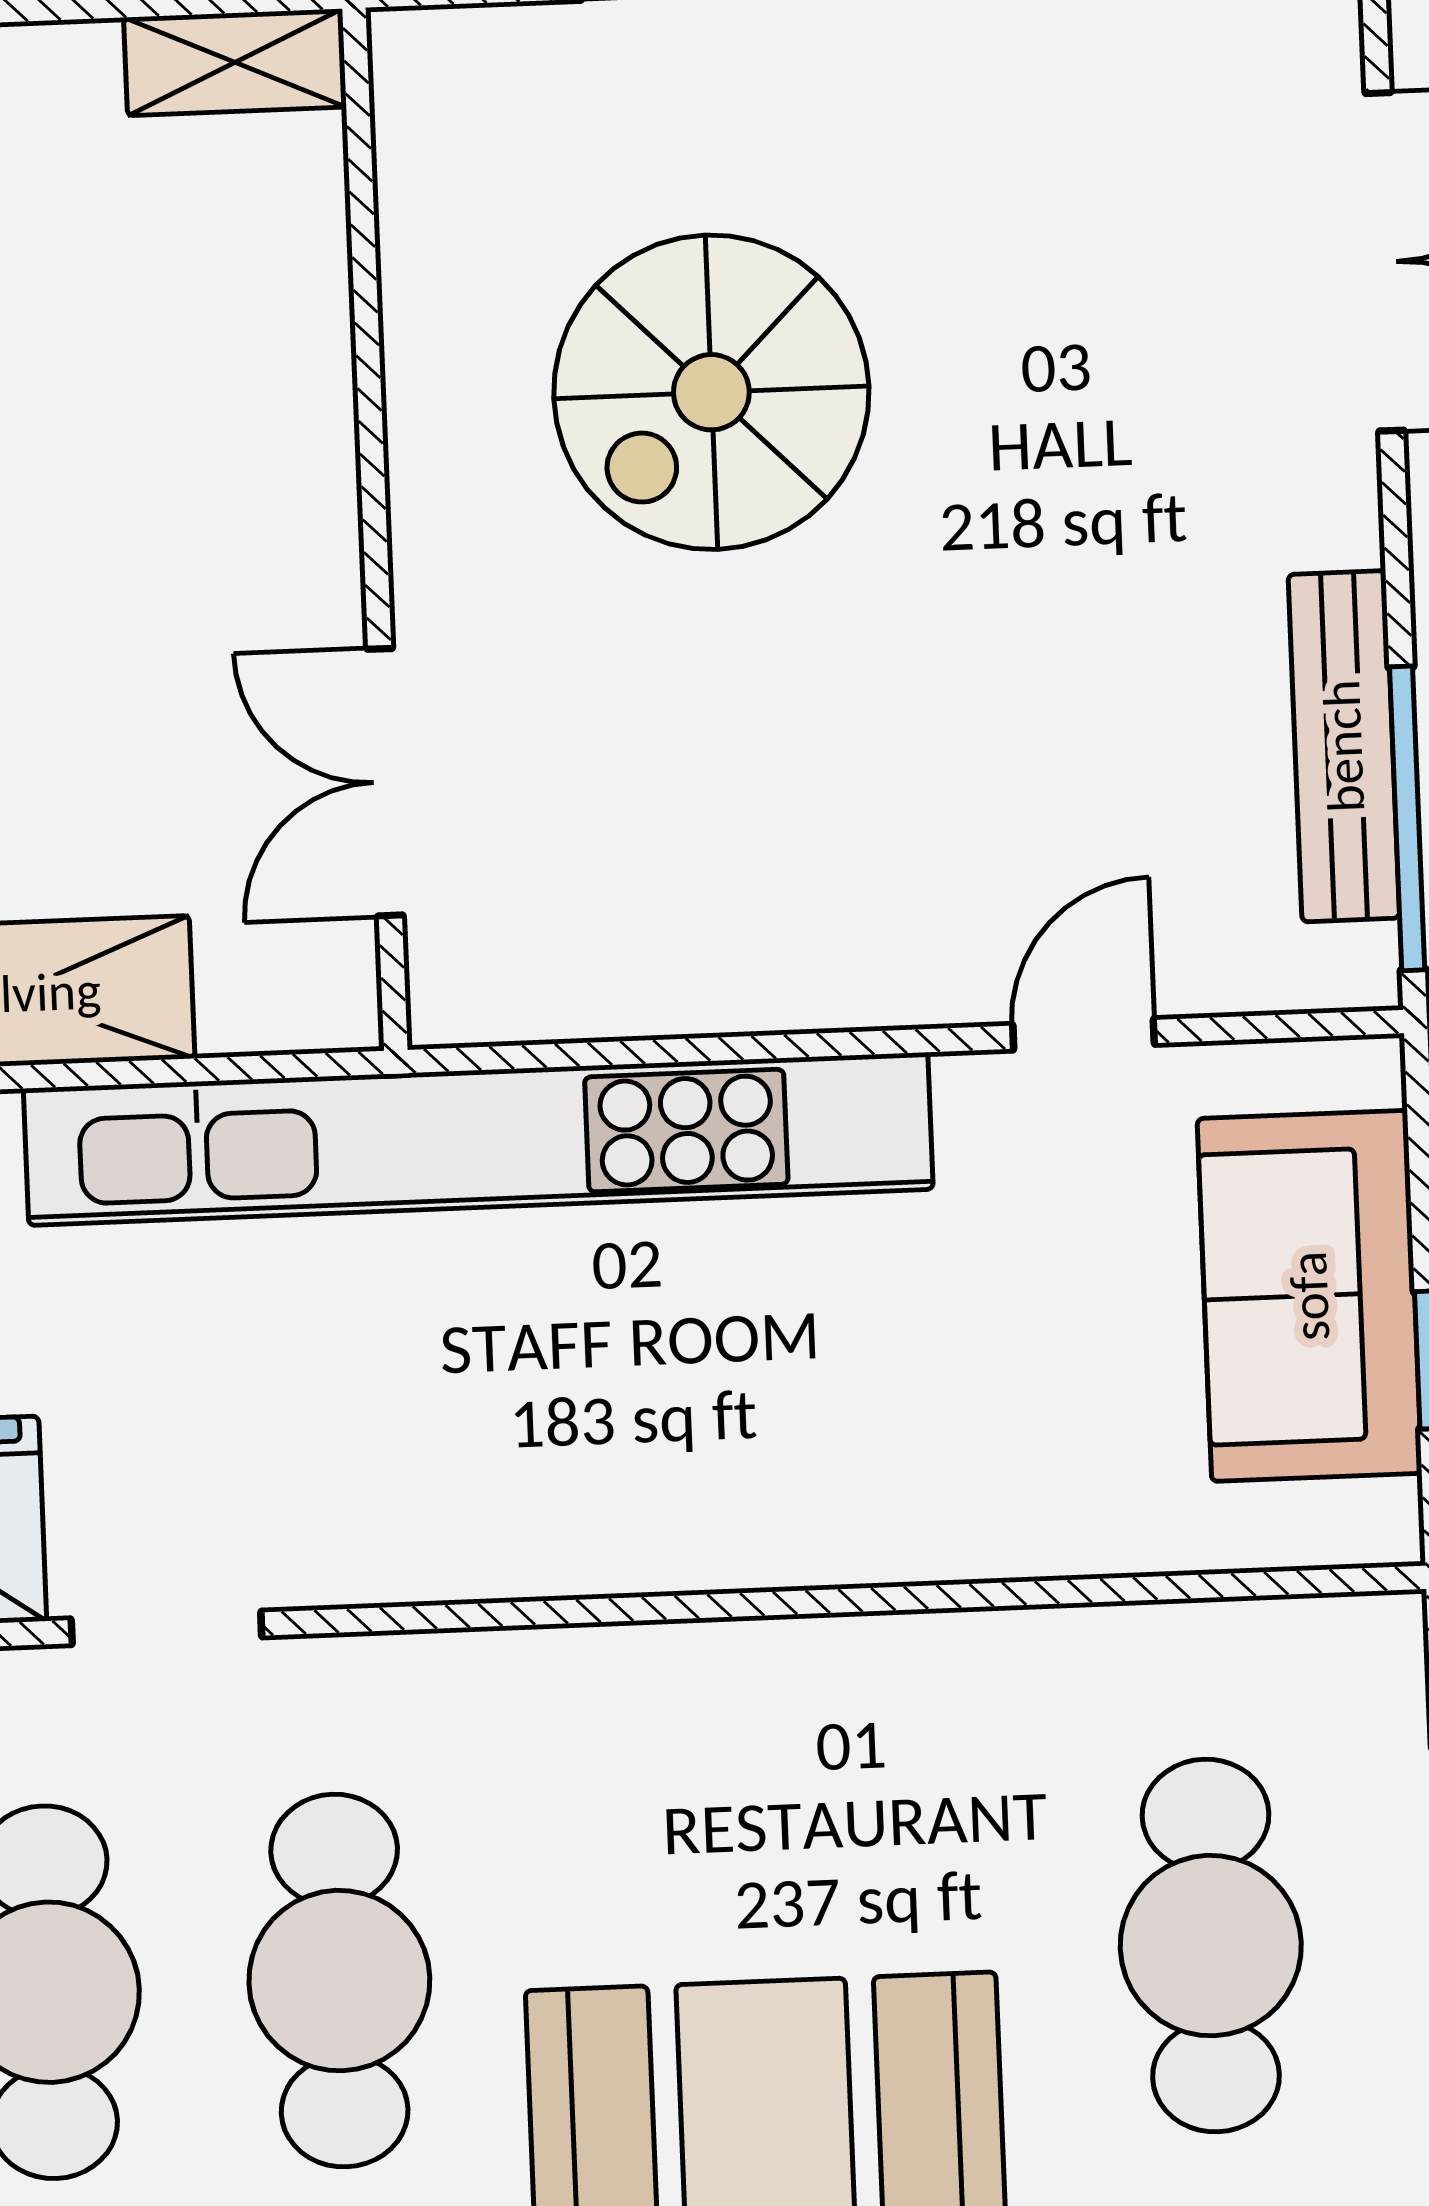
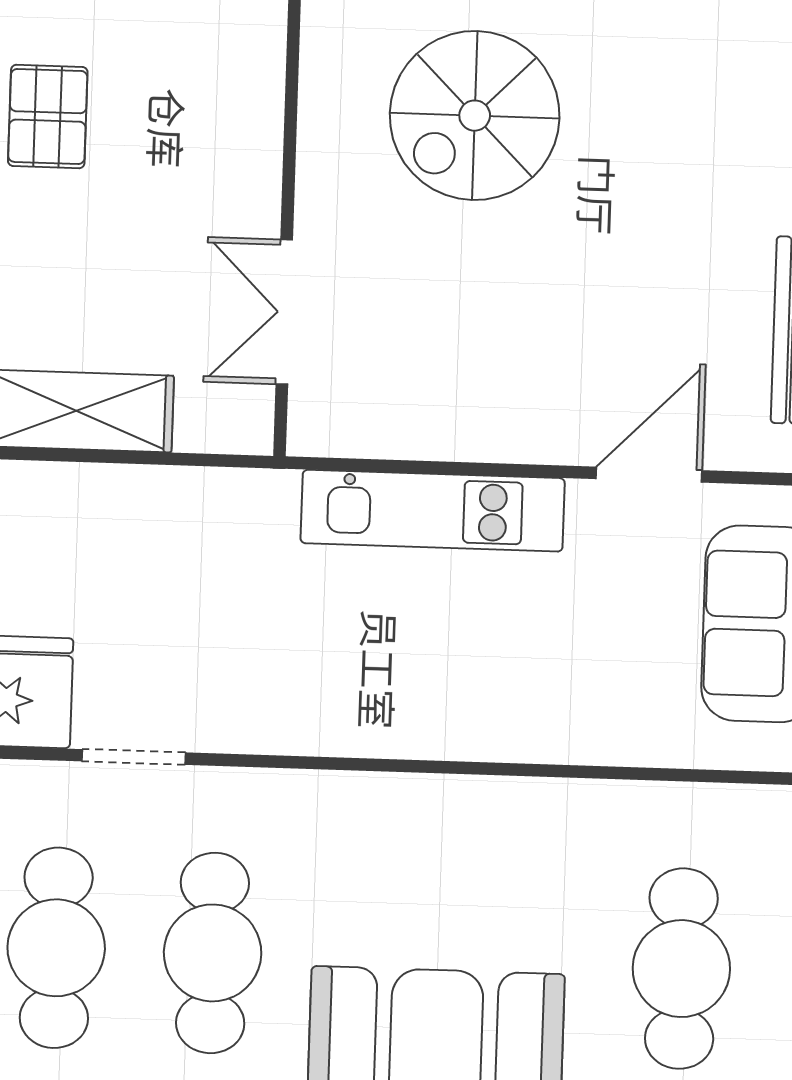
door: (1084, 1034) -> (649, 475), width x1.38
kitchen unit: (478, 1139) -> (433, 511), width x0.54

